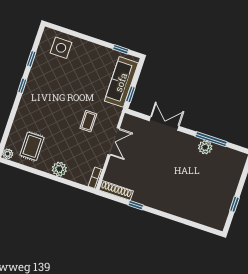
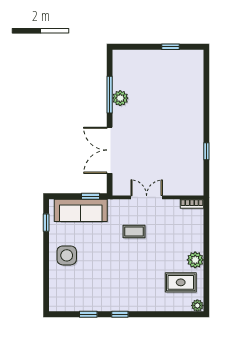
side table: (61, 48) -> (67, 255), moved
double door: (164, 123) -> (110, 150), width x1.37
plant: (59, 169) -> (195, 260), moved
shoe rack: (116, 190) -> (198, 177), removed

